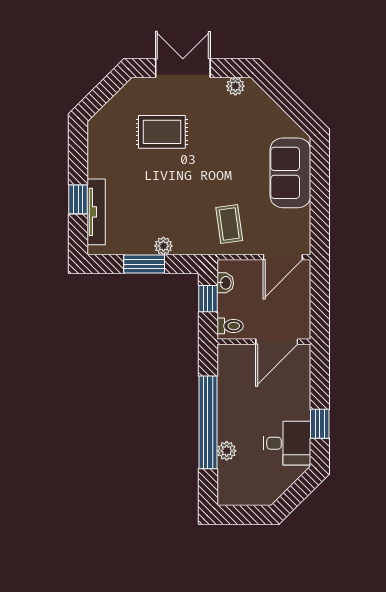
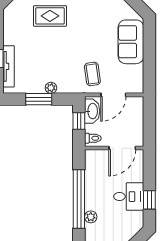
door: (283, 257) -> (113, 95), moved
washbasin: (225, 283) -> (92, 111), width x1.91, depth x1.45
desk: (287, 443) -> (129, 197), moved

